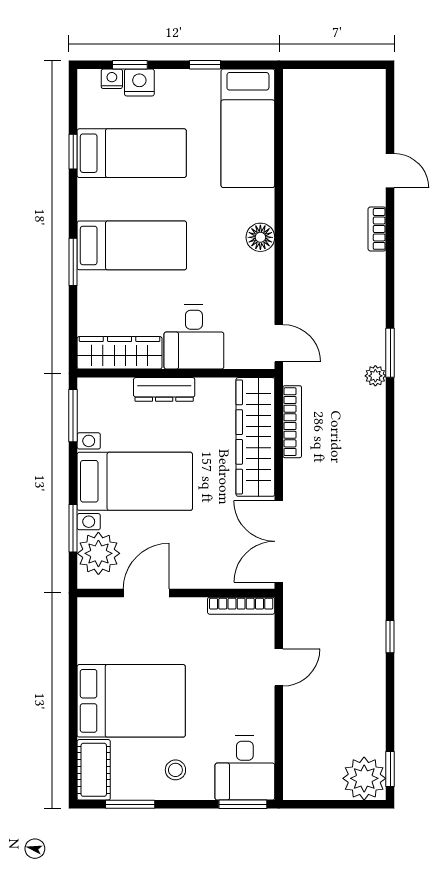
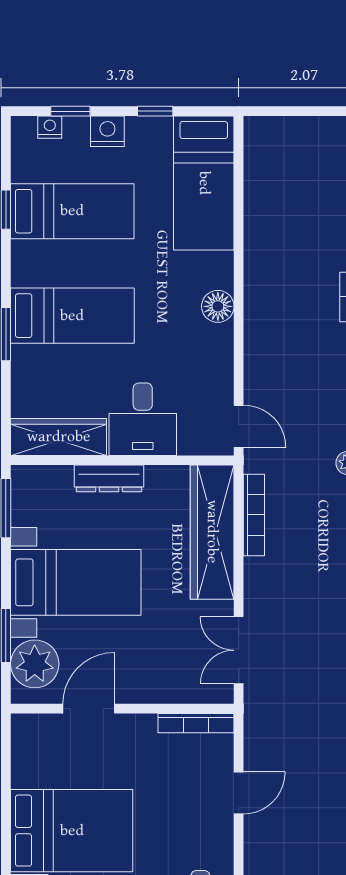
nightstand: (139, 82) -> (107, 131), moved
double door: (279, 541) -> (239, 650), width x0.73

